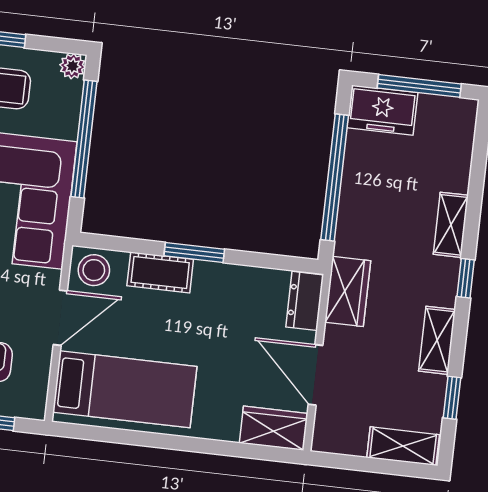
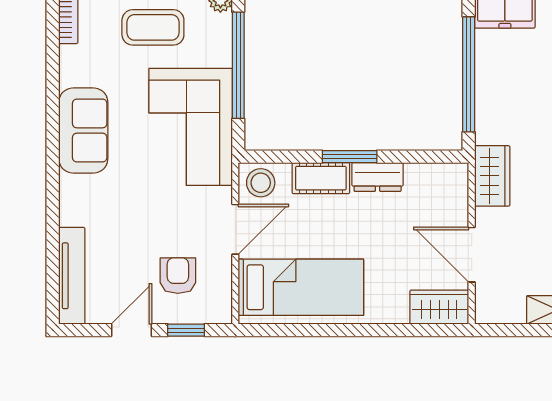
dresser: (305, 301) -> (378, 177), moved, turned -90

